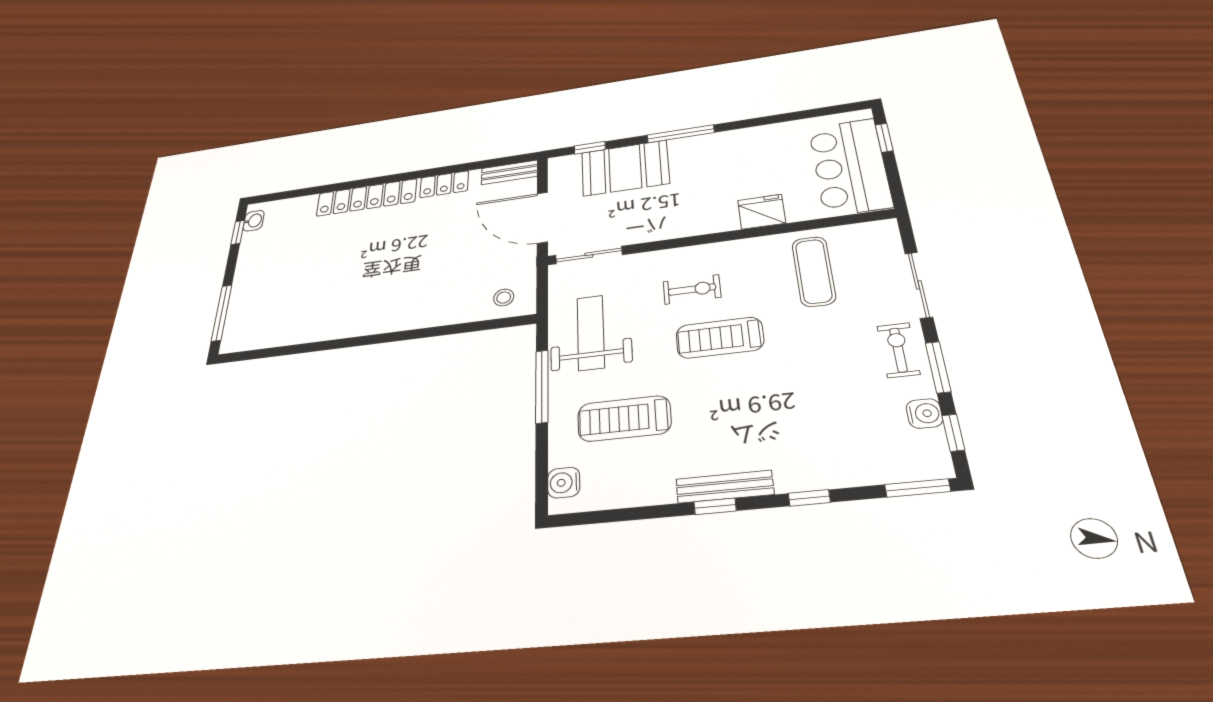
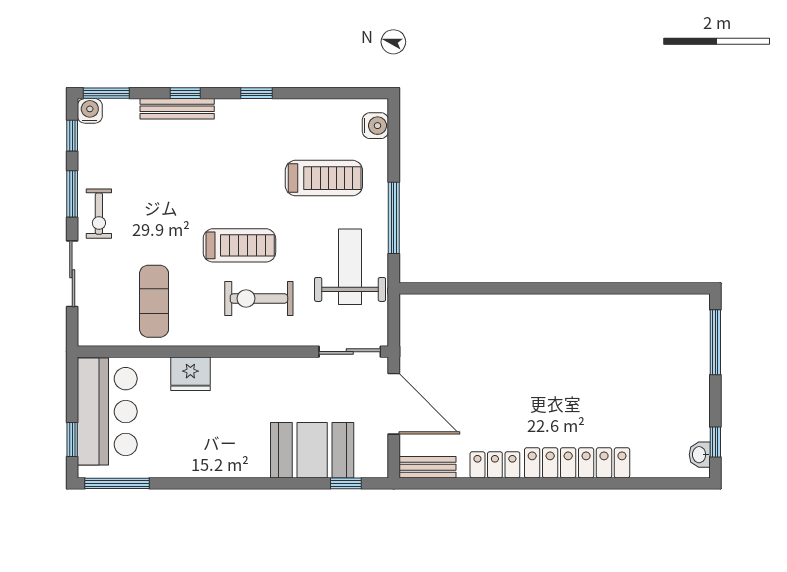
window: (681, 134) -> (117, 483), moved
exercise bike: (692, 289) -> (259, 298), width x1.38, depth x1.39
stool: (504, 298) -> (430, 316), removed
weight bench: (591, 332) -> (350, 267), turned 180
water cooler: (924, 413) -> (90, 111), moved, turned 90
bench: (725, 487) -> (177, 109), moved

